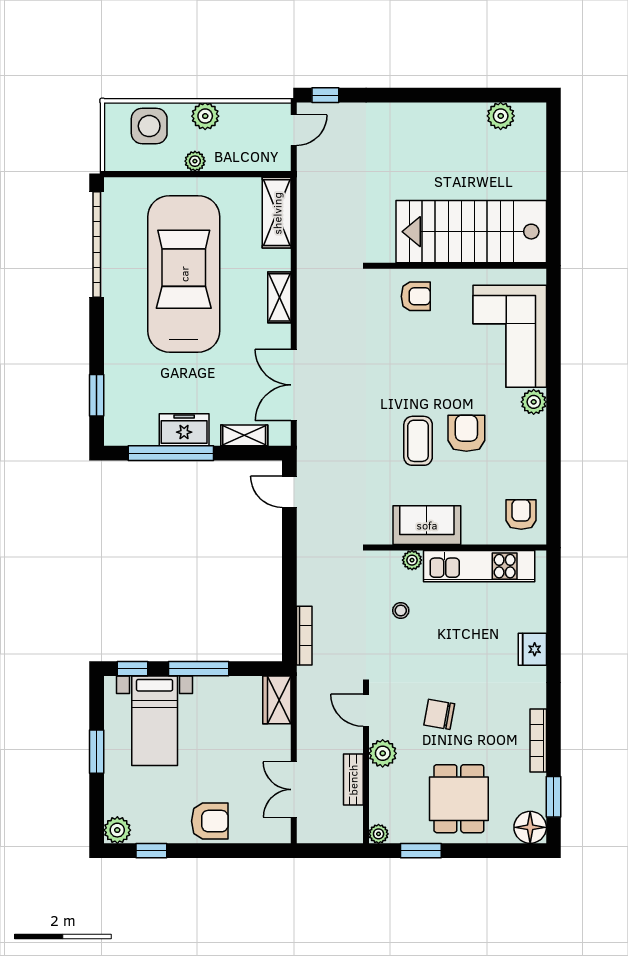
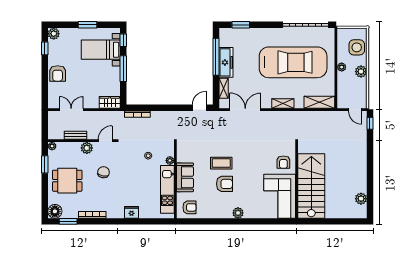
corner sofa: (510, 336) -> (280, 196), moved, turned -90
freezer: (184, 430) -> (226, 62), width x1.40
sofa: (427, 525) -> (185, 177), moved

